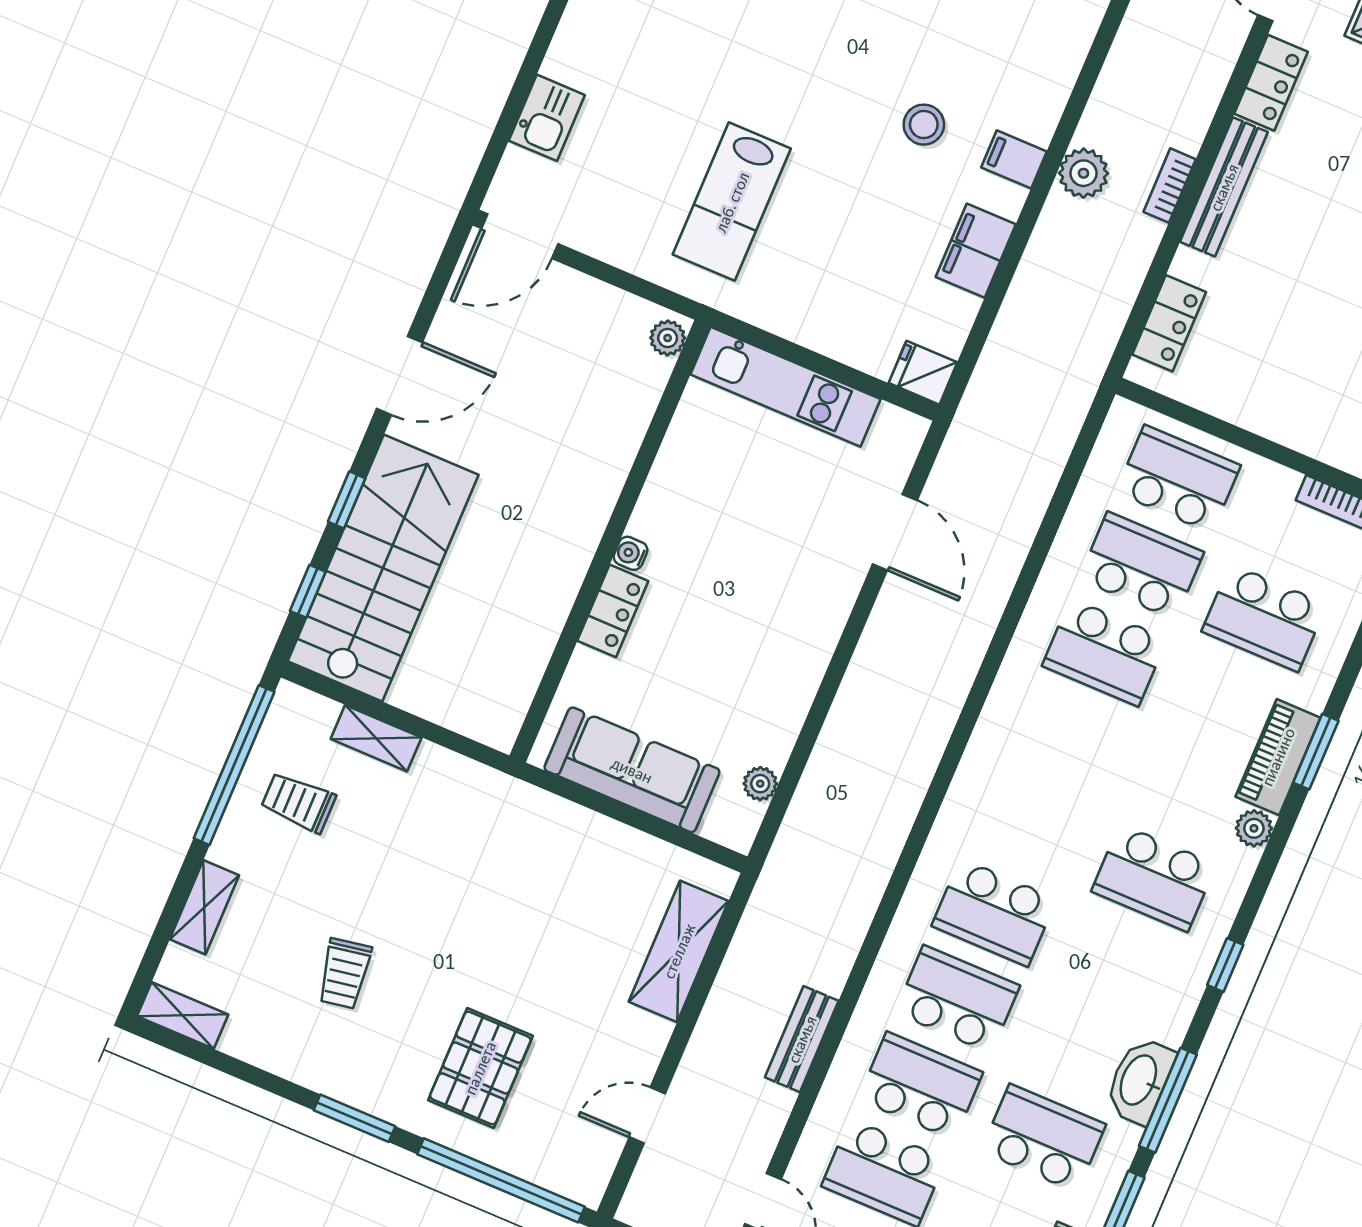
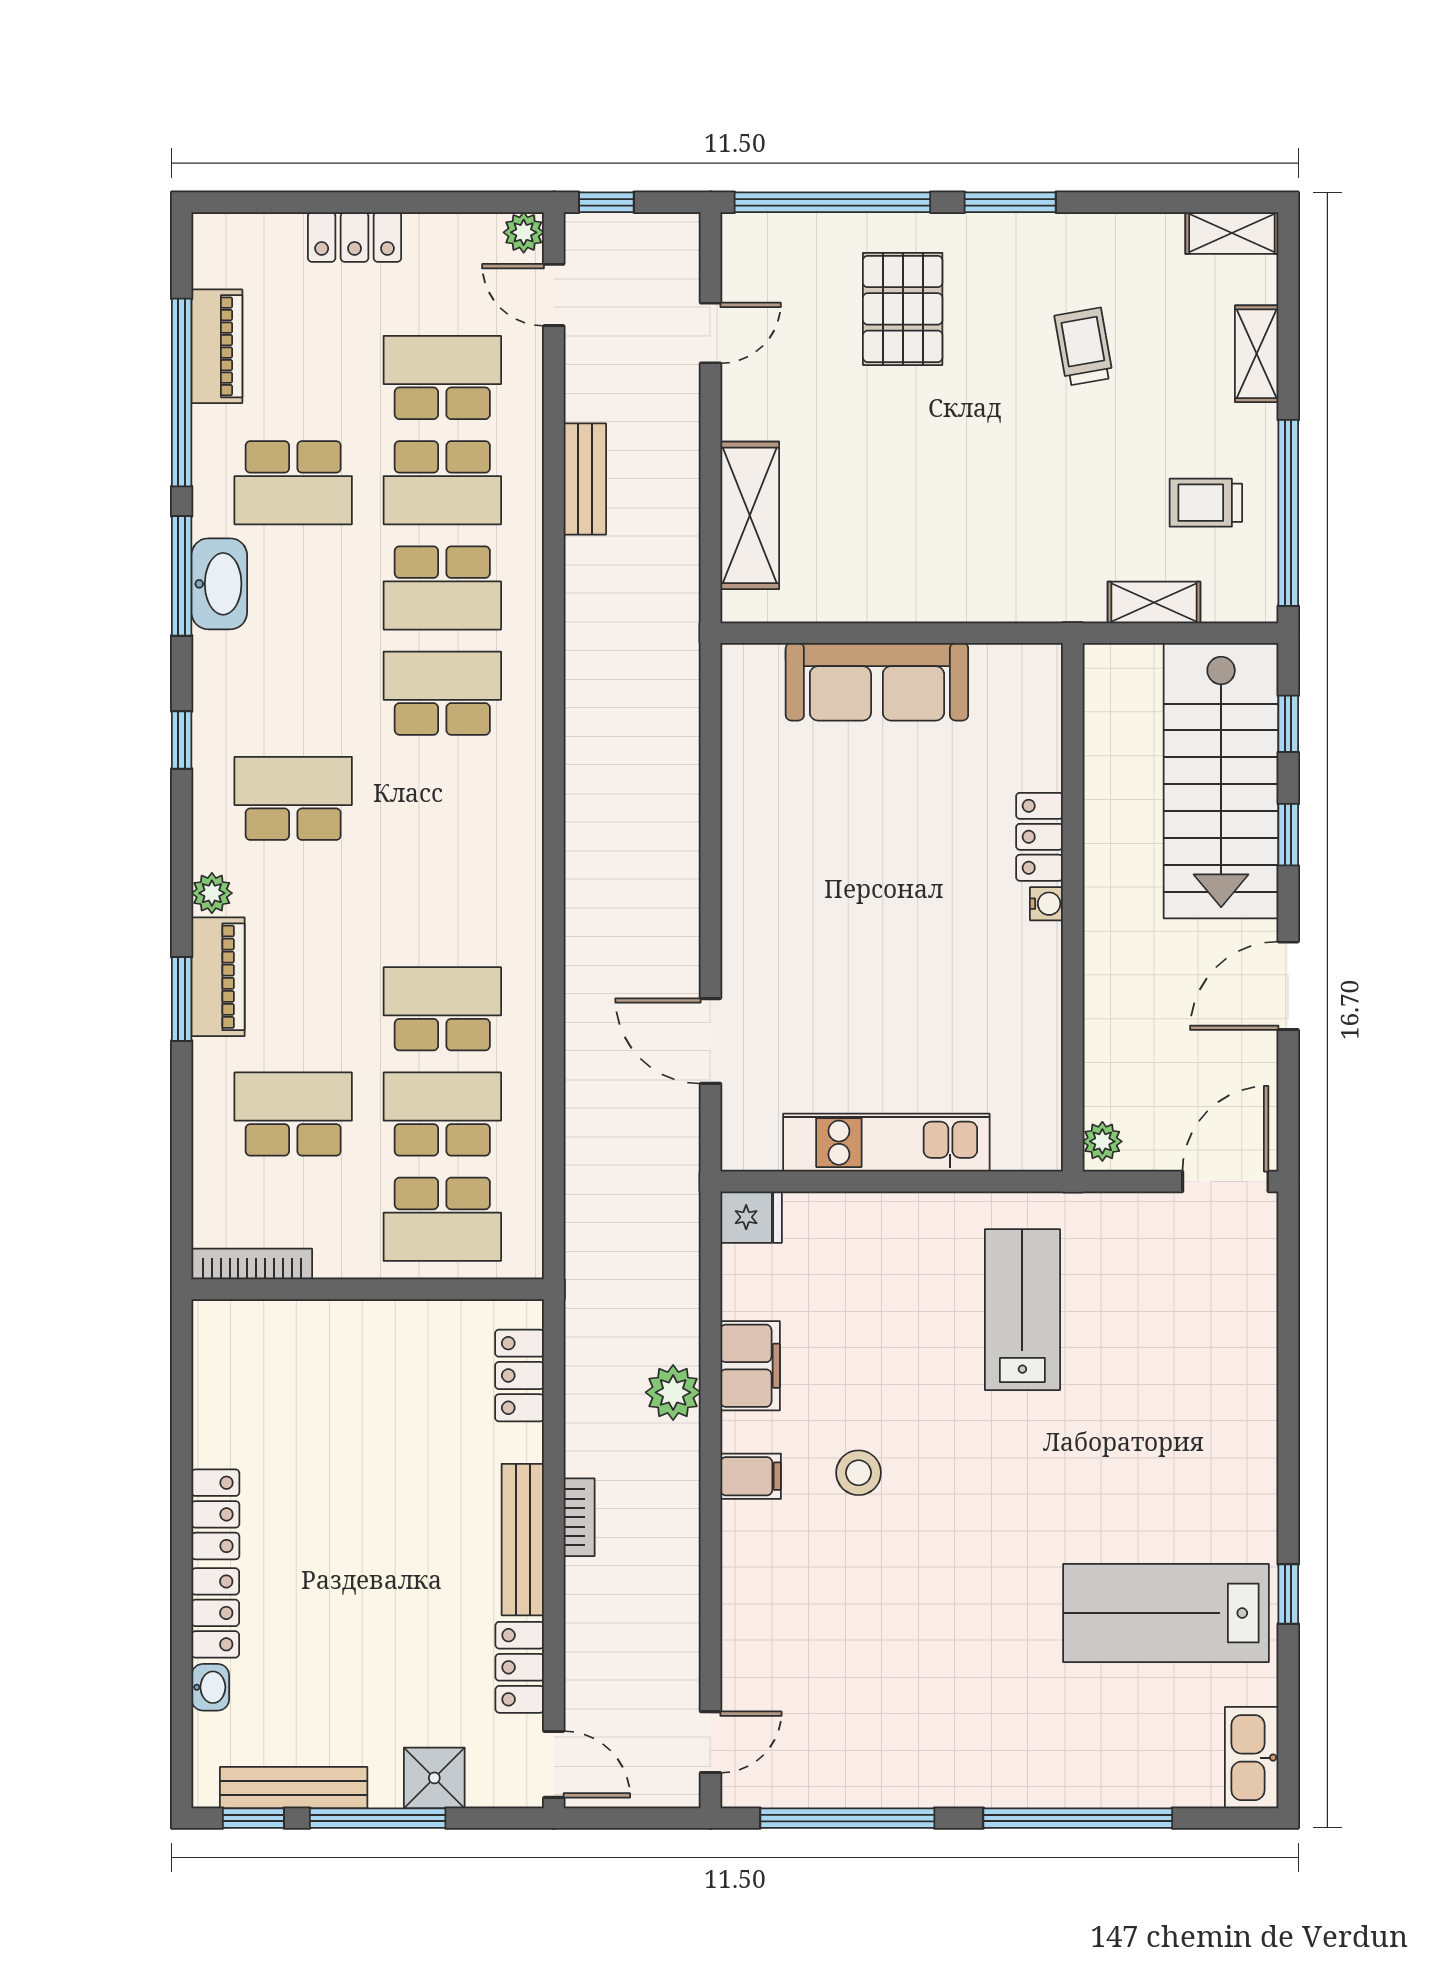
kitchen sink: (547, 118) -> (1249, 1315), removed
plant: (1084, 173) -> (673, 1392), moved
plant: (668, 338) -> (1102, 1141), moved
wall: (610, 541) -> (1073, 907), moved
water cooler: (630, 553) -> (1046, 904), moved
school desk: (1141, 566) -> (442, 1114), turned 180
locker: (613, 611) -> (1040, 837), moved
plant: (760, 784) -> (739, 723), removed
trolley: (298, 802) -> (1206, 503), turned 180

